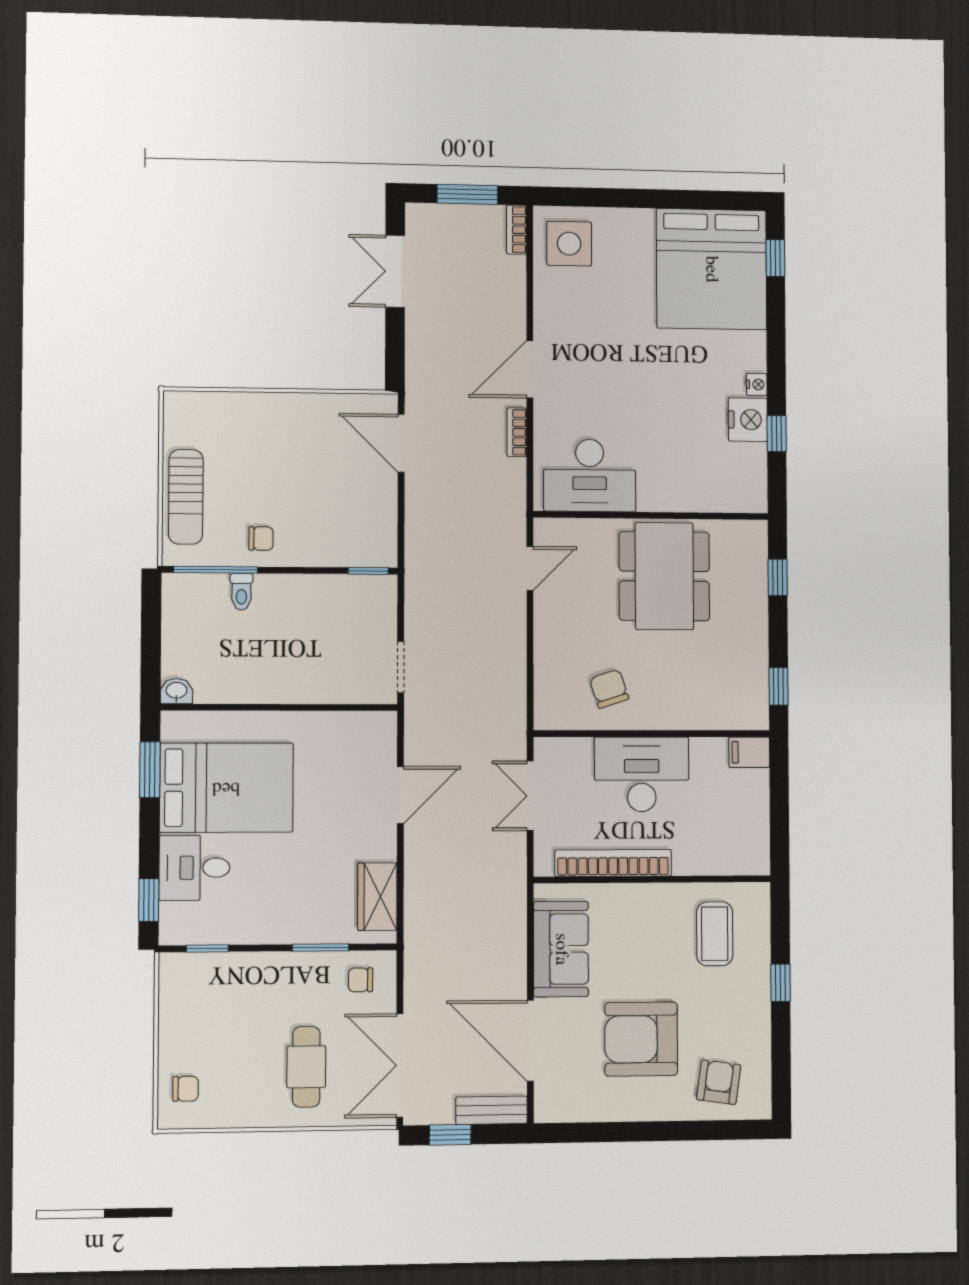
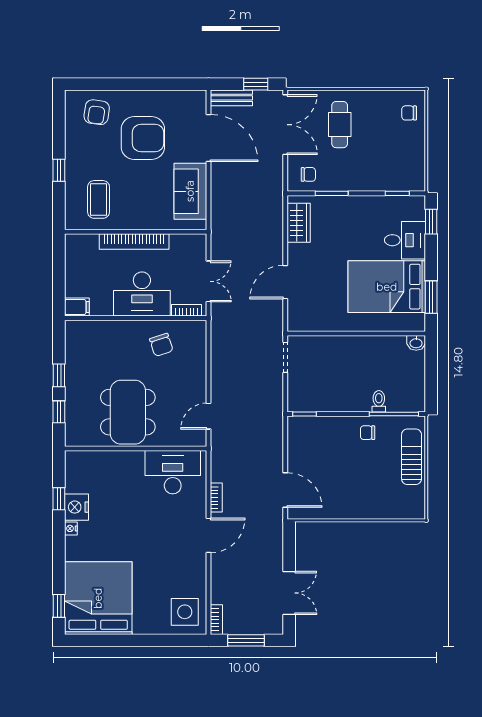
window: (778, 686) -> (59, 375), moved
bookcase: (567, 747) -> (187, 310), added
bookcase: (613, 863) -> (134, 242), moved

